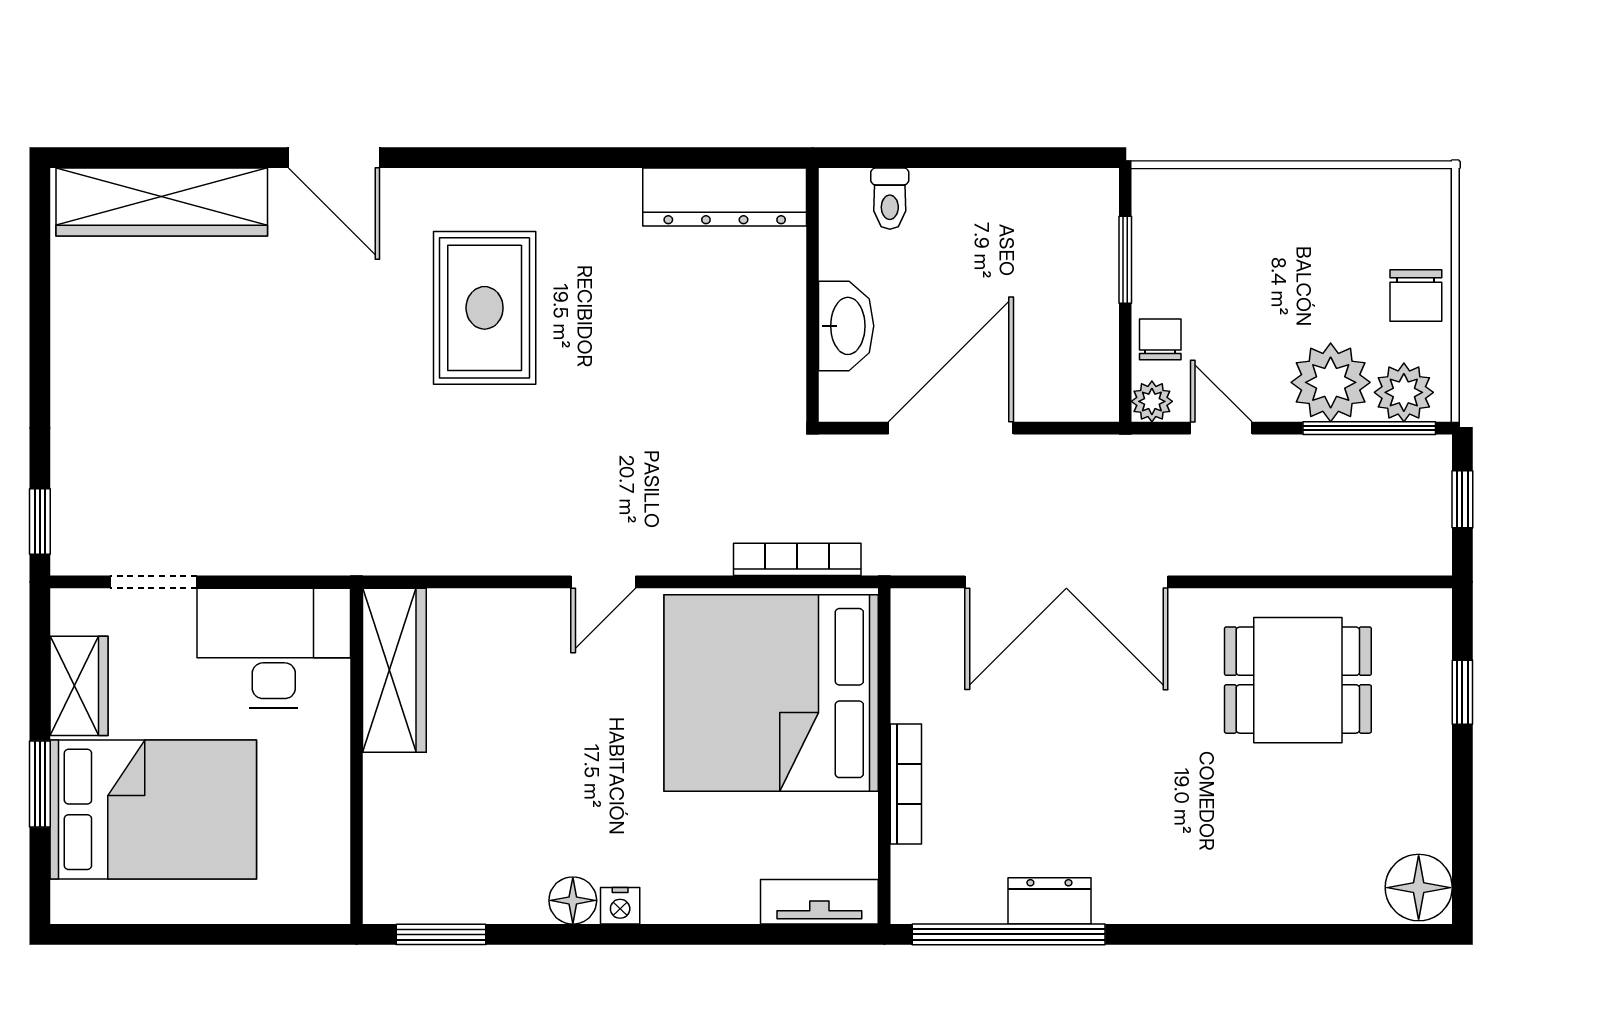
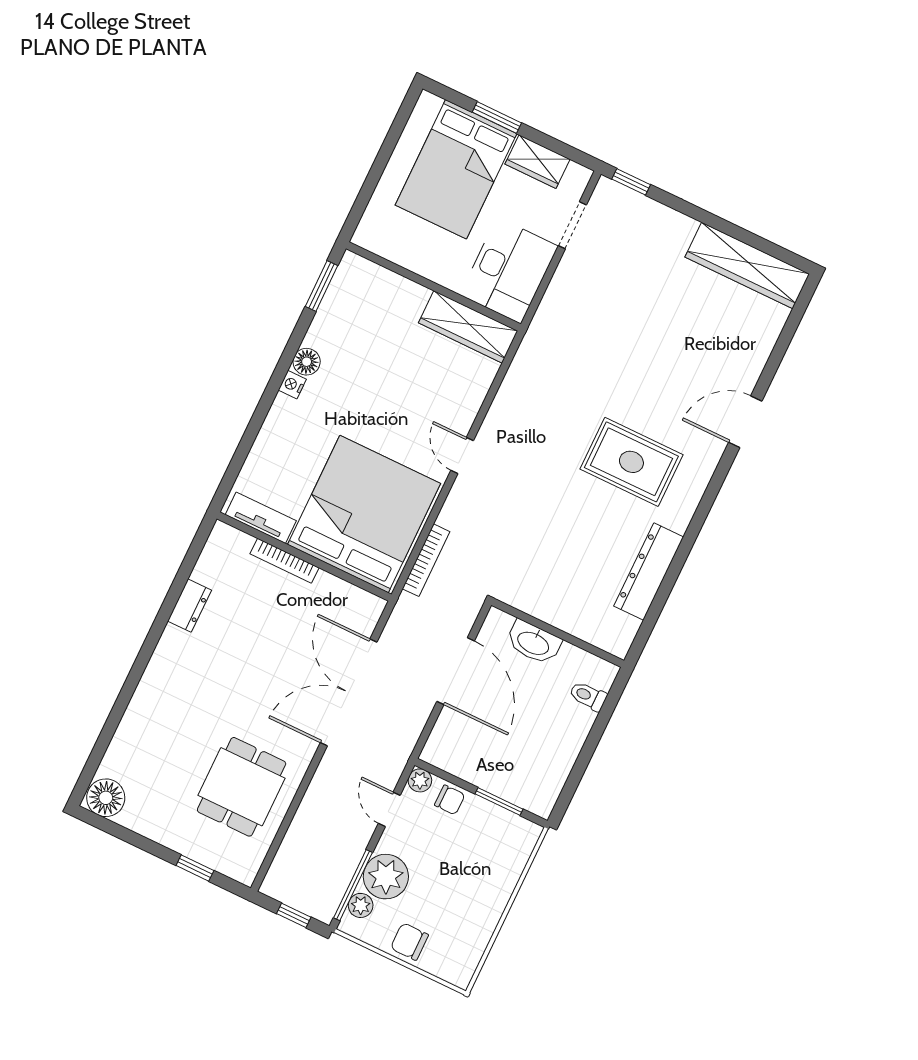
dresser: (725, 197) -> (649, 572), moved
wardrobe: (162, 202) -> (747, 265), moved, turned -90
plant: (1404, 392) -> (361, 905), width x0.73, depth x0.73
door: (1221, 428) -> (389, 809), swing flipped
tv unit: (819, 902) -> (261, 518), moved, turned -90
window: (1009, 934) -> (182, 576), removed

